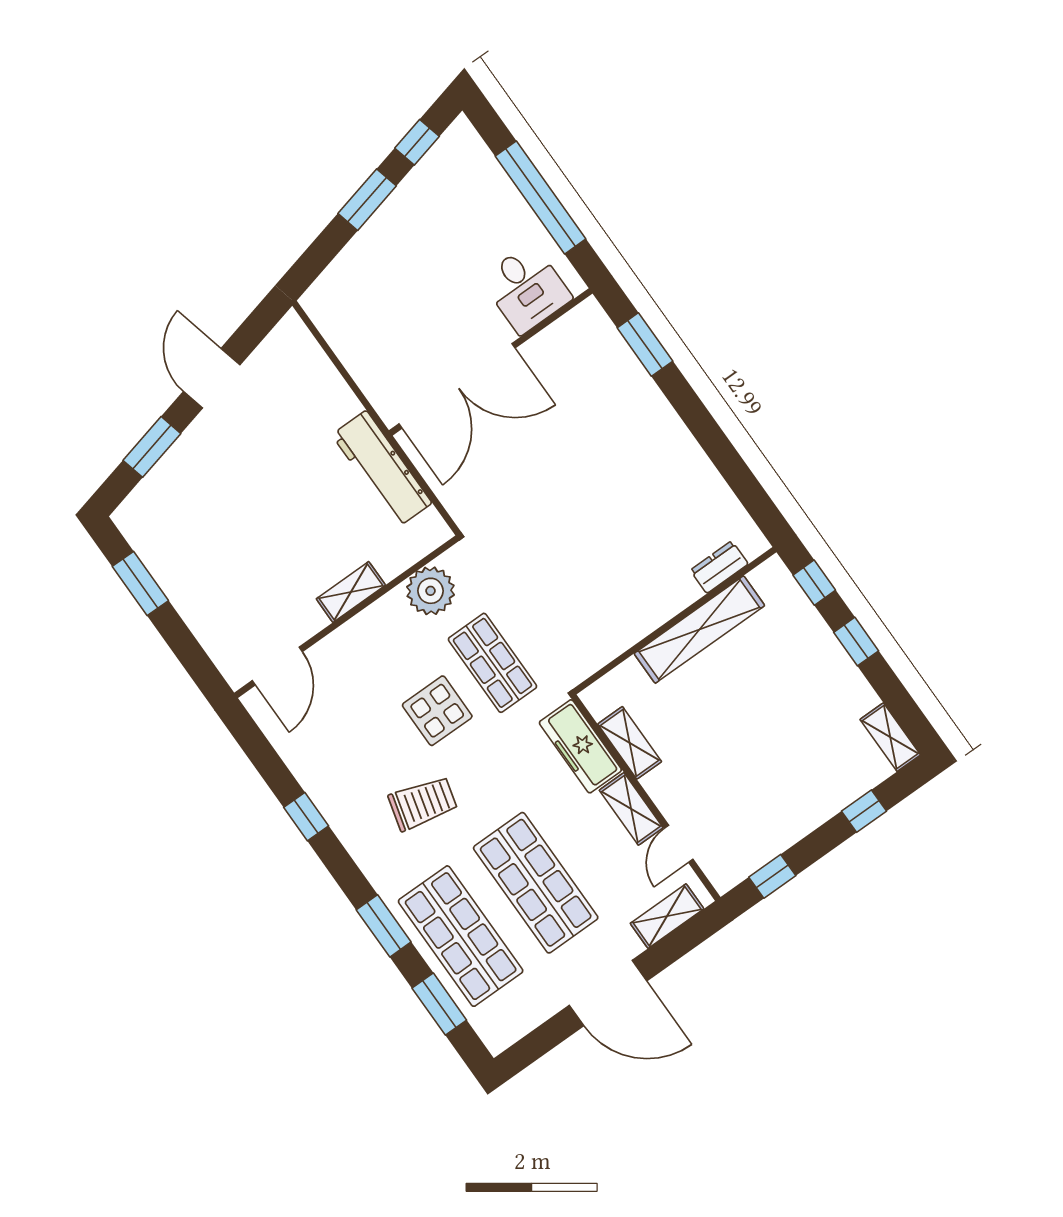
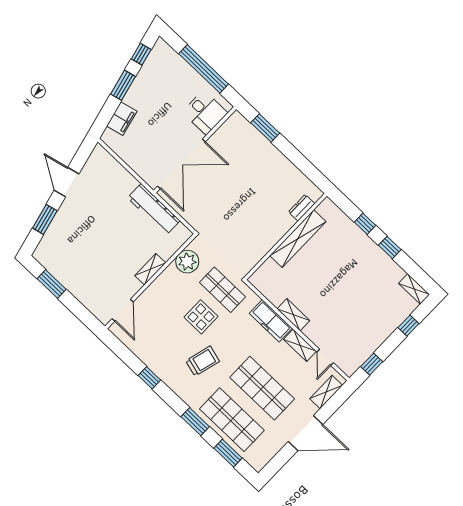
filing cabinet: (351, 268) -> (122, 119), added
dresser: (719, 567) -> (302, 208), moved
wall: (675, 621) -> (286, 237), moved
shelving: (699, 630) -> (298, 239), moved

